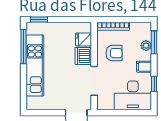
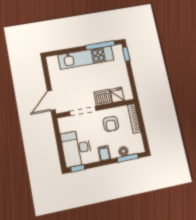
window: (154, 84) -> (78, 168), moved

